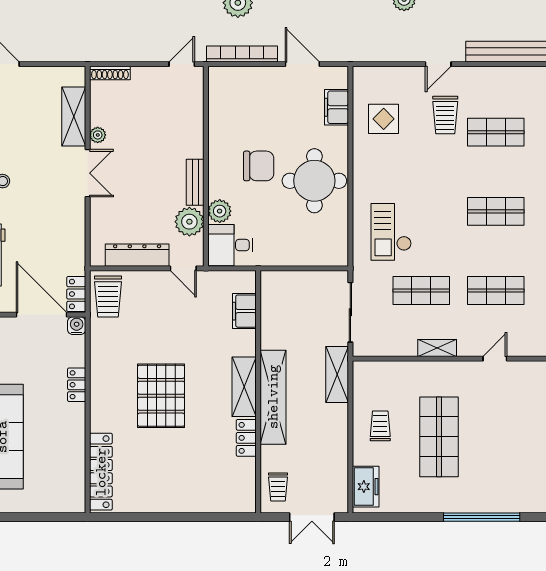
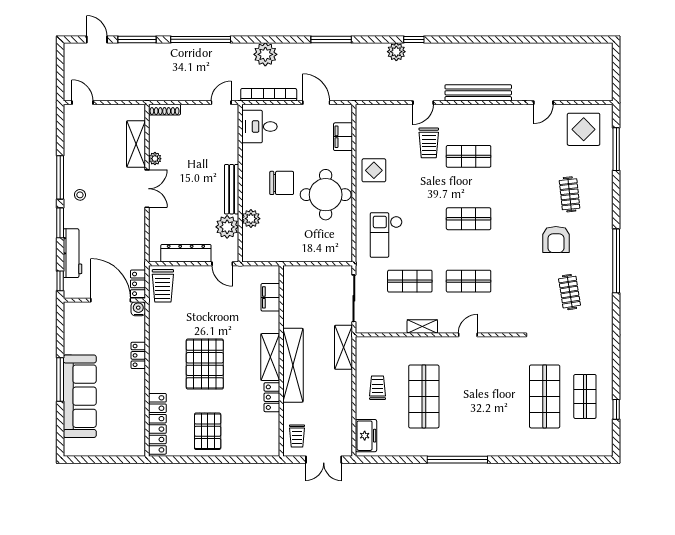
display table: (384, 119) -> (374, 170), moved
bench: (195, 182) -> (232, 189), width x1.36
desk: (230, 245) -> (259, 127), moved
pallet: (165, 481) -> (208, 431), added

